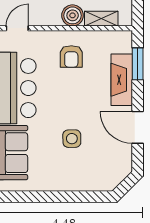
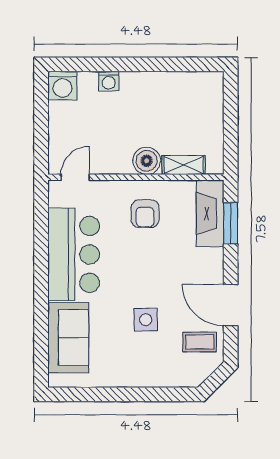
fireplace: (122, 80) -> (210, 213), moved
coffee table: (114, 156) -> (200, 342), added

